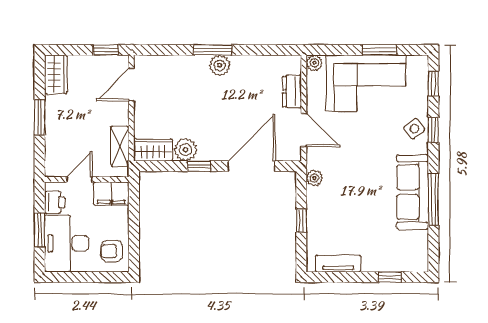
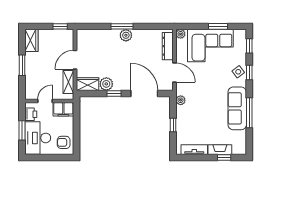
door: (131, 85) -> (75, 60), moved
dresser: (292, 92) -> (168, 46), width x1.44
door: (251, 166) -> (144, 93), hinge flipped
fireplace: (383, 263) -> (220, 150), added

